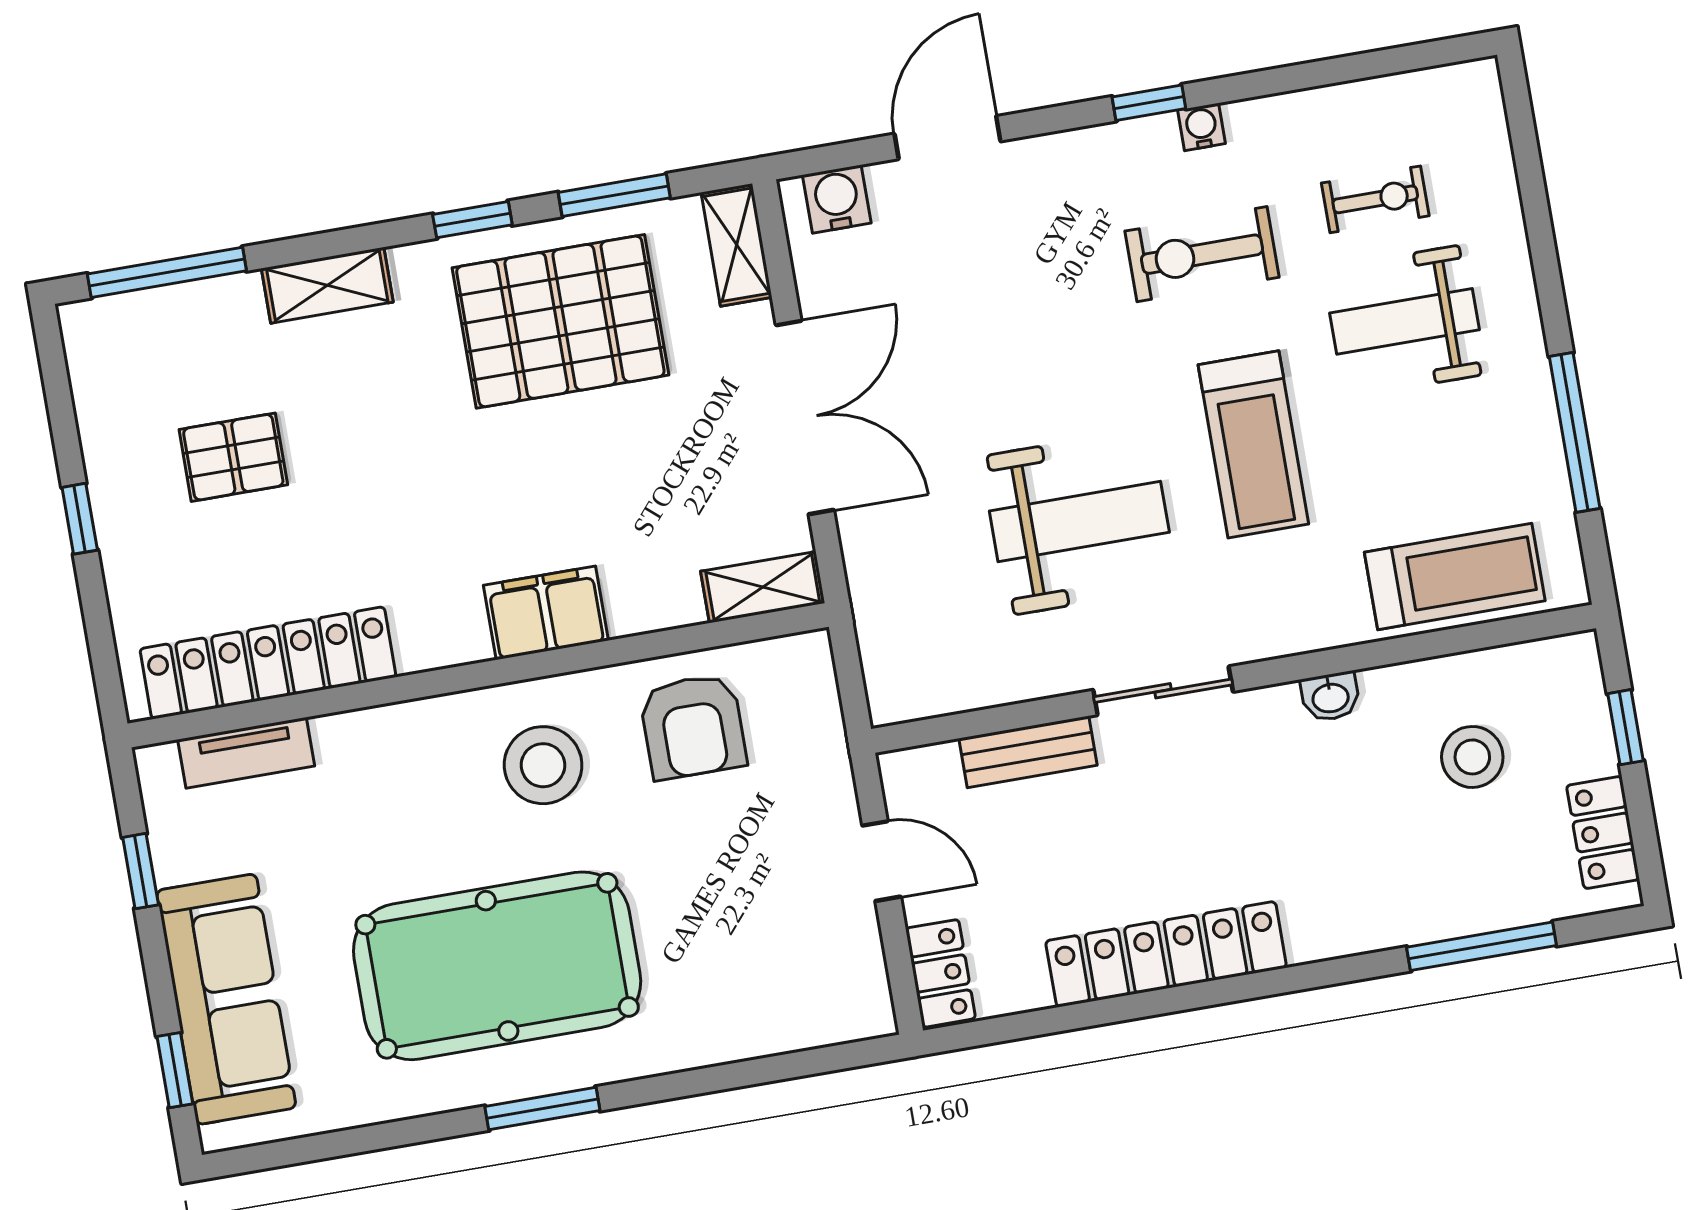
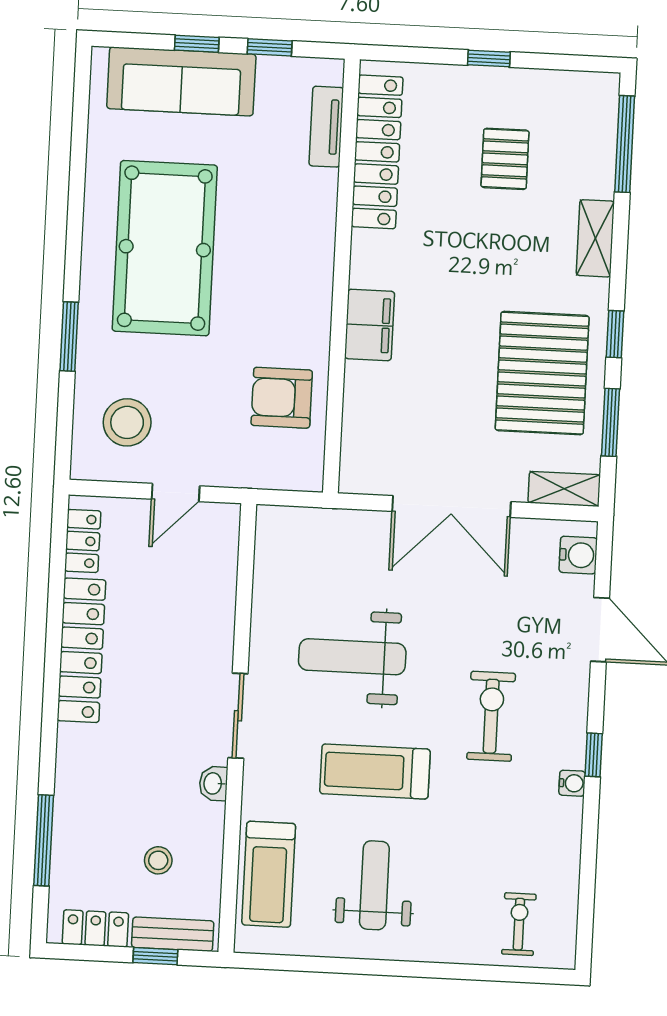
exercise bike: (1375, 199) -> (519, 924), moved, turned 180
exercise bike: (1202, 254) -> (491, 716), moved
weight bench: (1405, 321) -> (374, 885), moved
window: (1575, 432) -> (339, 965), removed
weight bench: (1079, 522) -> (352, 657), turned 90
shelving: (763, 587) -> (356, 458), removed
sliding door: (1163, 691) -> (238, 716), moved
bench: (1028, 752) -> (173, 934), moved, turned 90
stool: (1472, 757) -> (158, 860), width x0.73, depth x0.73
stool: (543, 765) -> (127, 422), moved
locker: (940, 973) -> (83, 541), moved, turned -90
window: (175, 1070) -> (197, 44), moved
window: (542, 1109) -> (69, 336), moved

